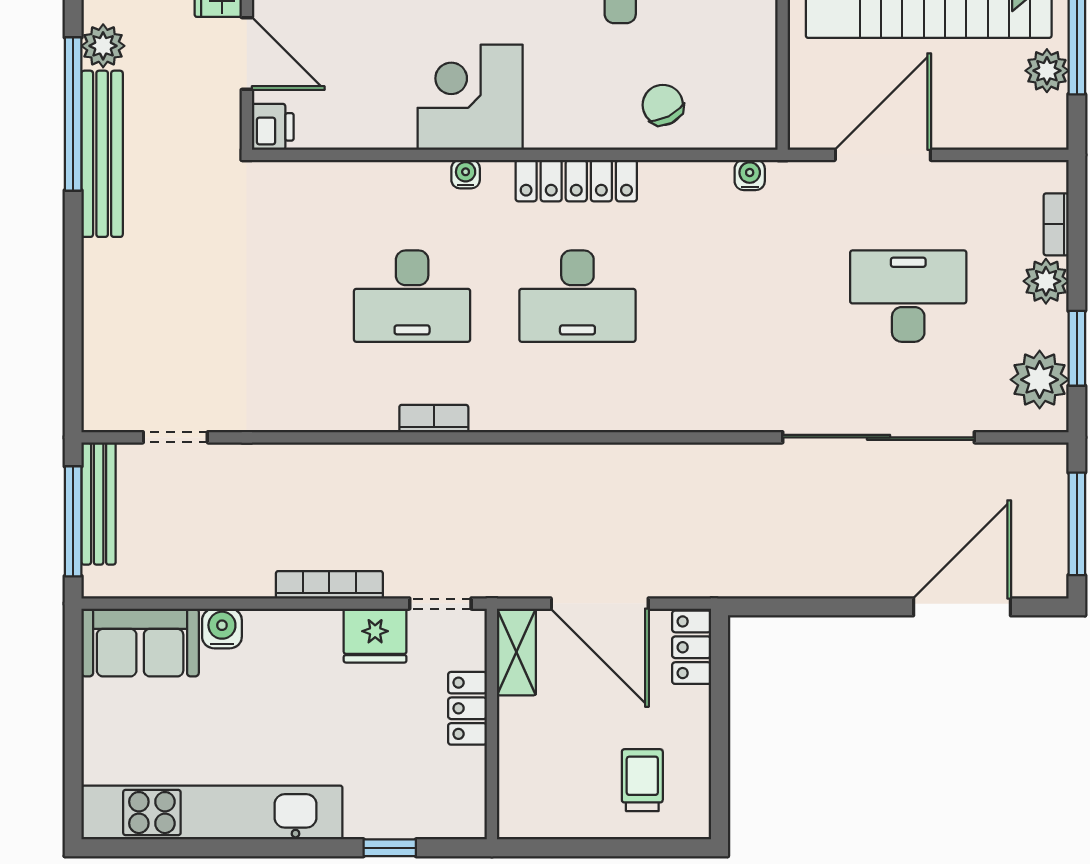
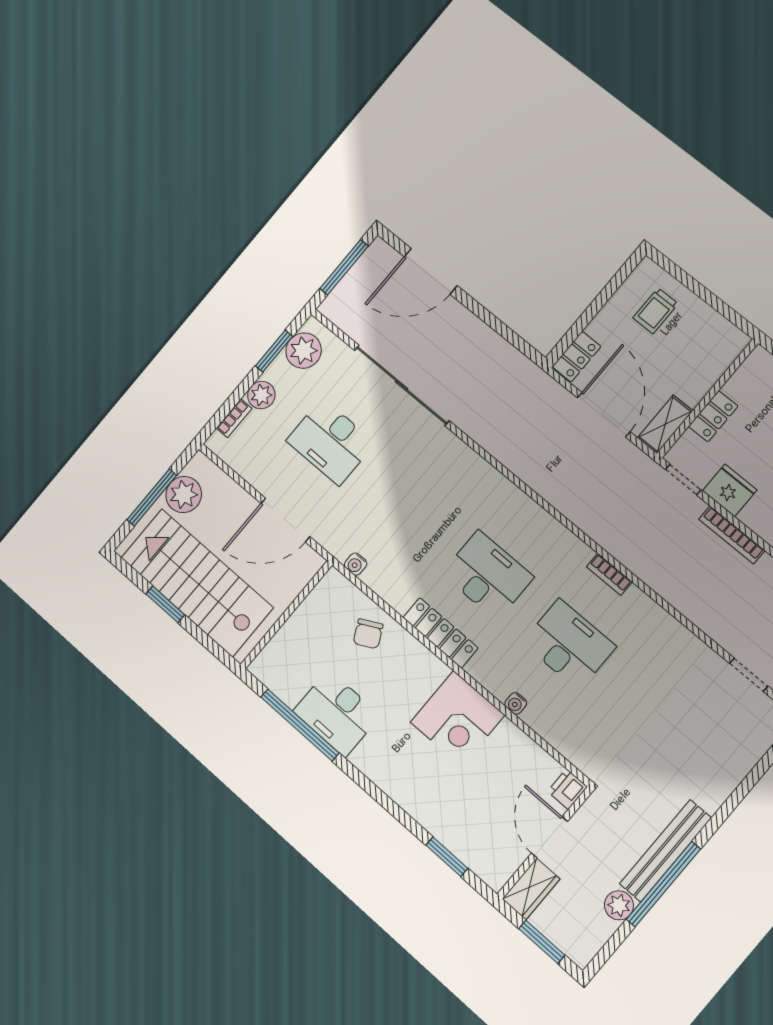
plant: (1047, 71) -> (184, 495), width x1.36, depth x1.36
water cooler: (466, 174) -> (516, 703), moved

